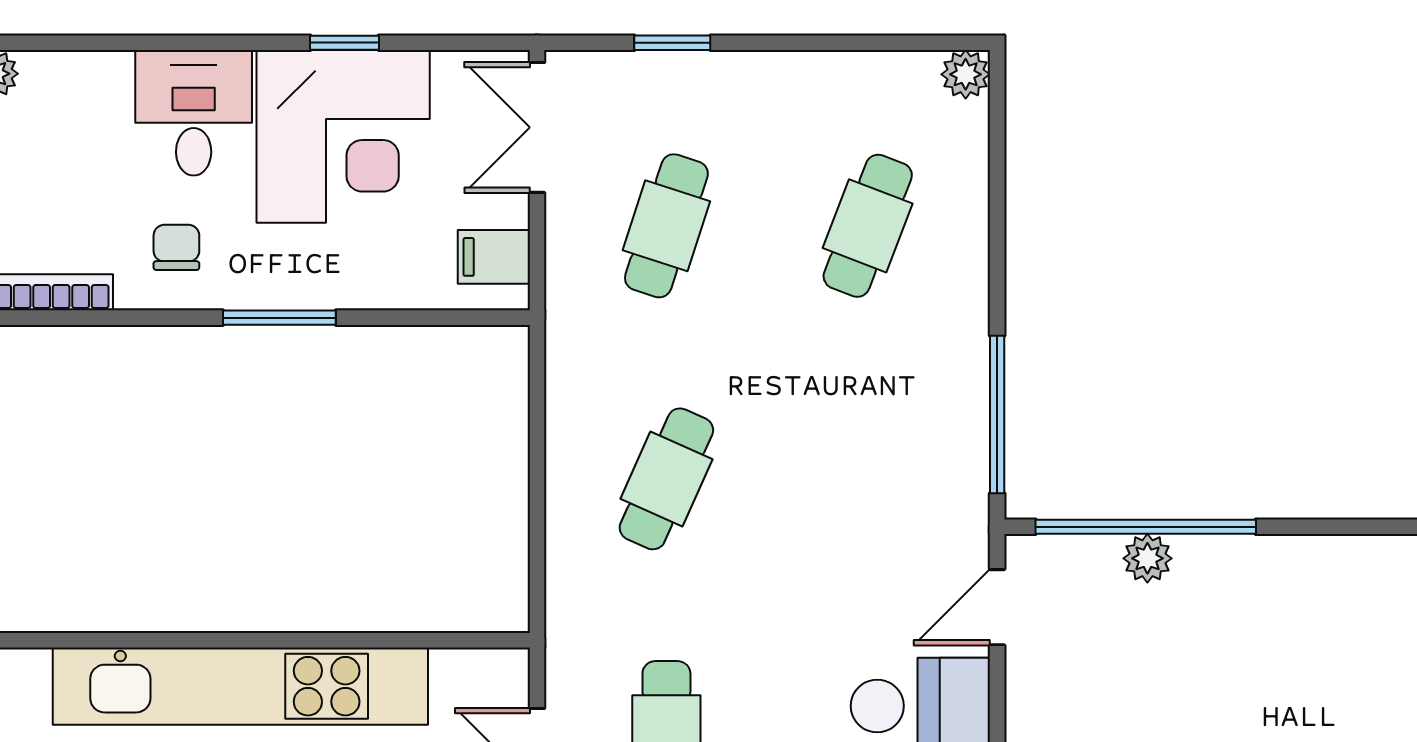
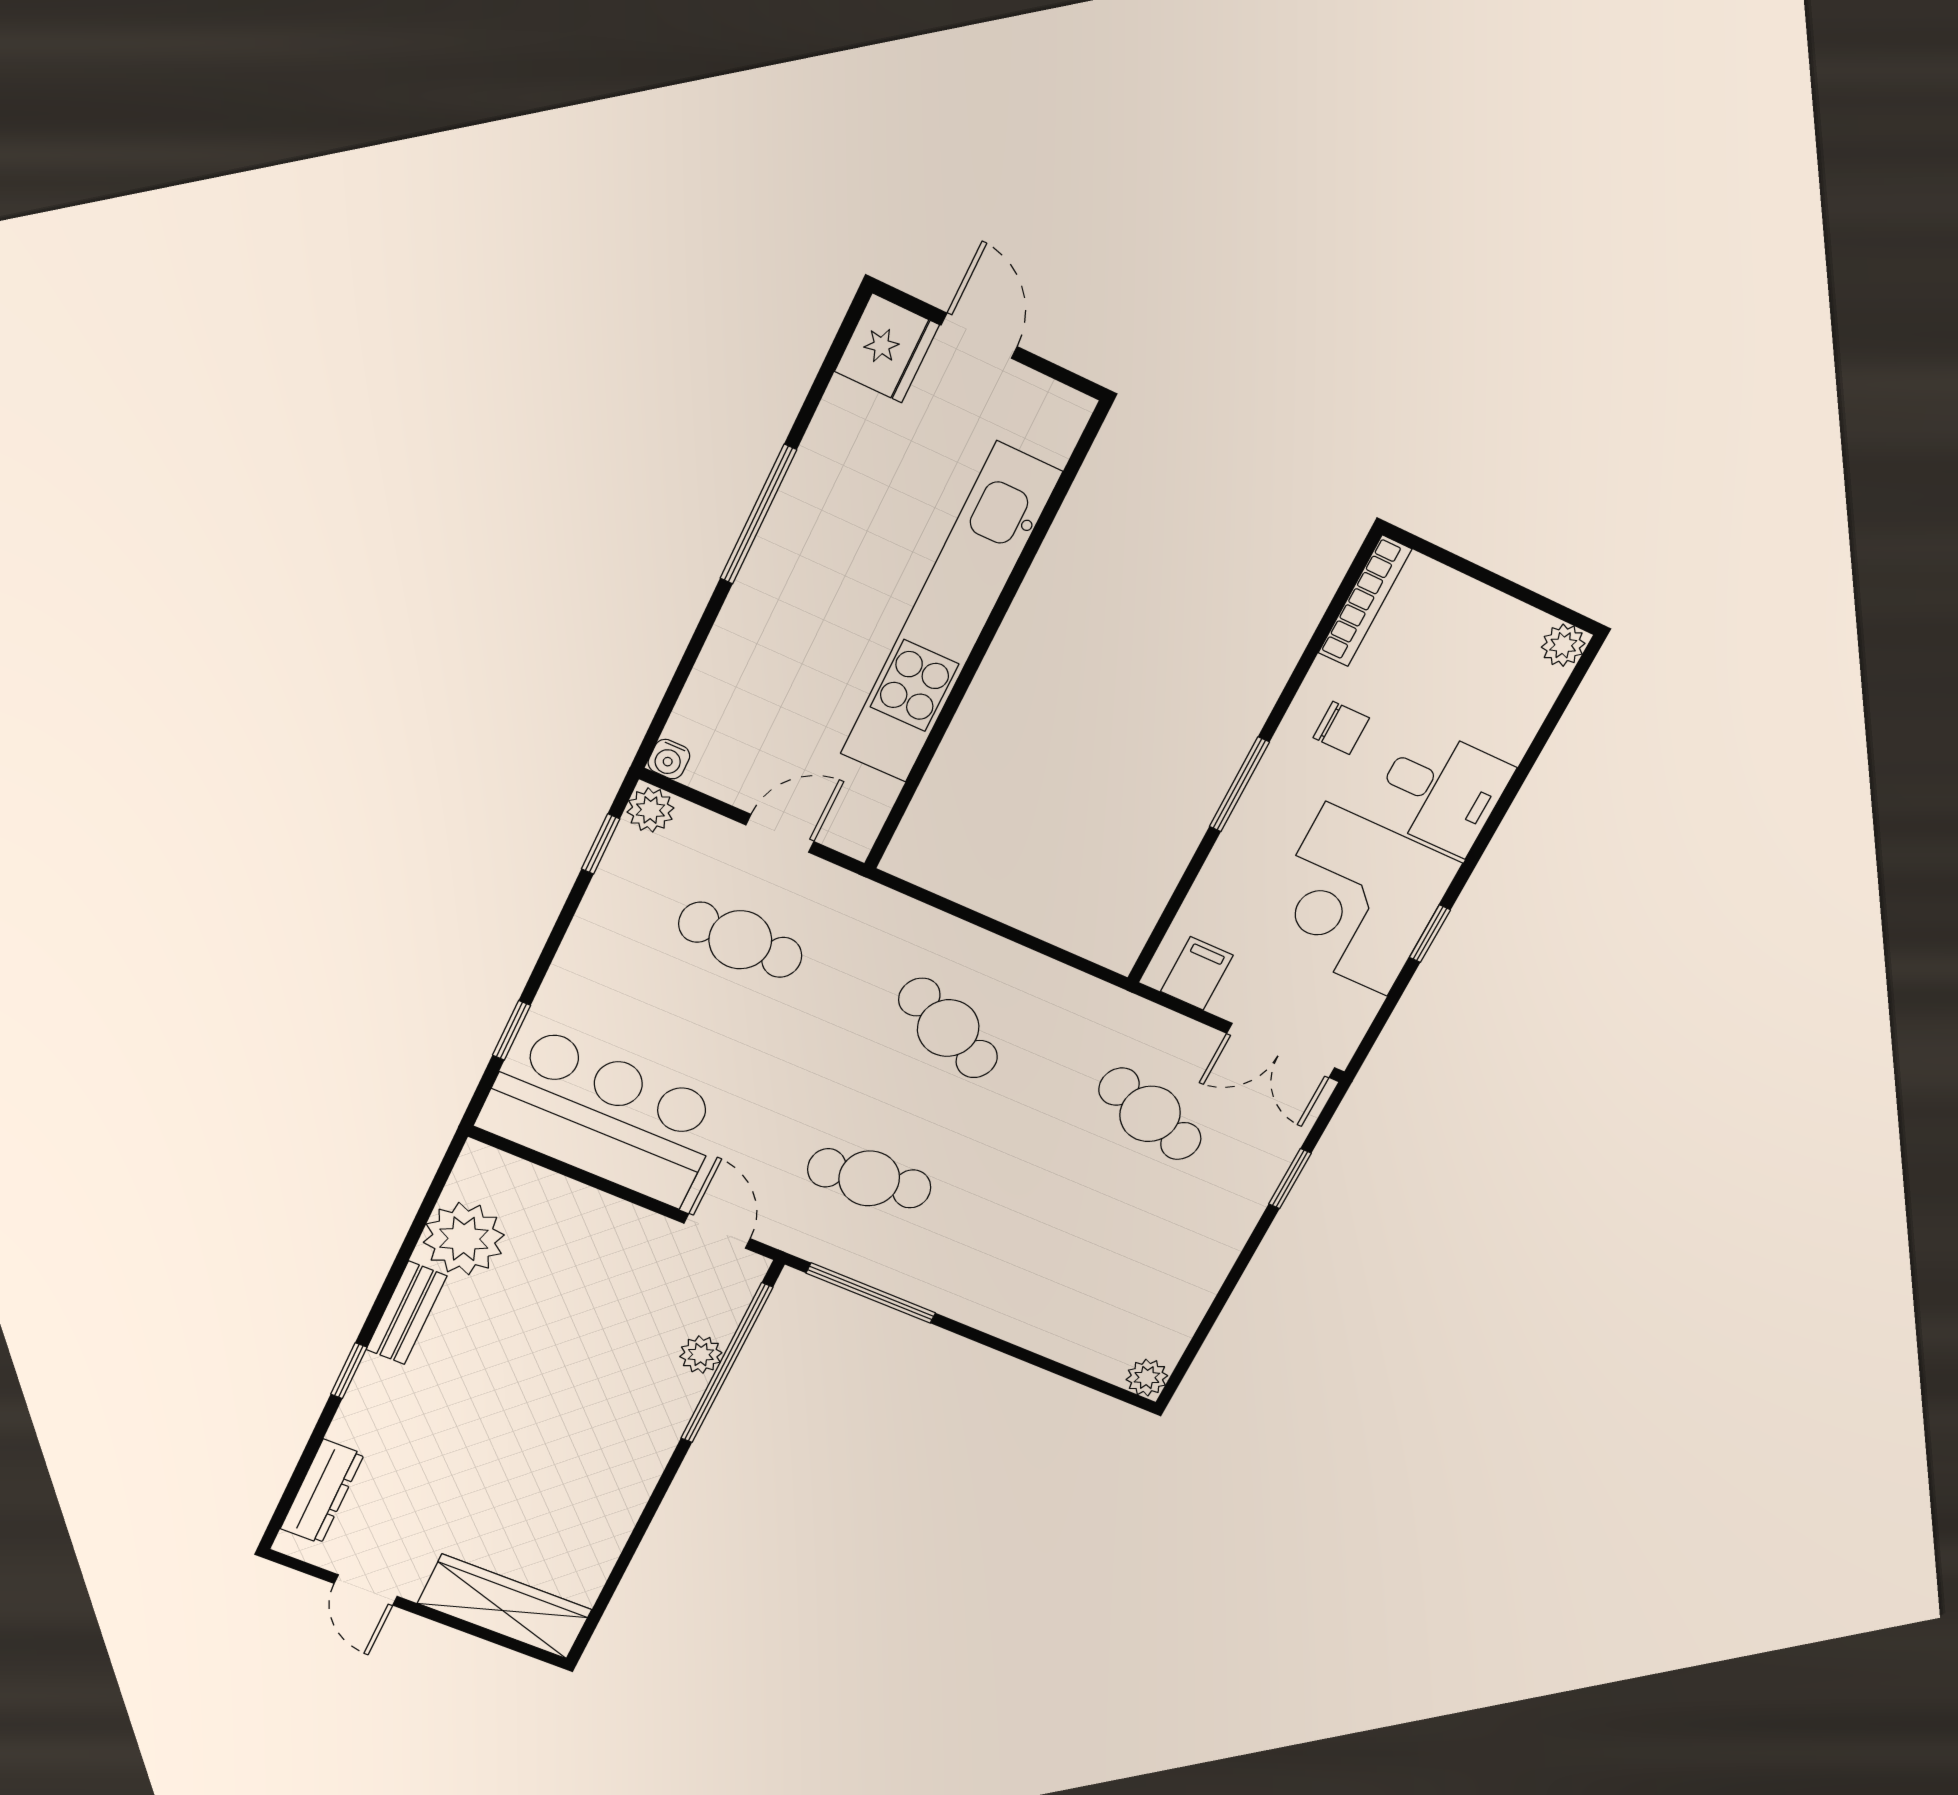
double door: (537, 127) -> (1281, 1050), swing flipped
cafe table: (868, 226) -> (869, 1178), moved, turned -30

